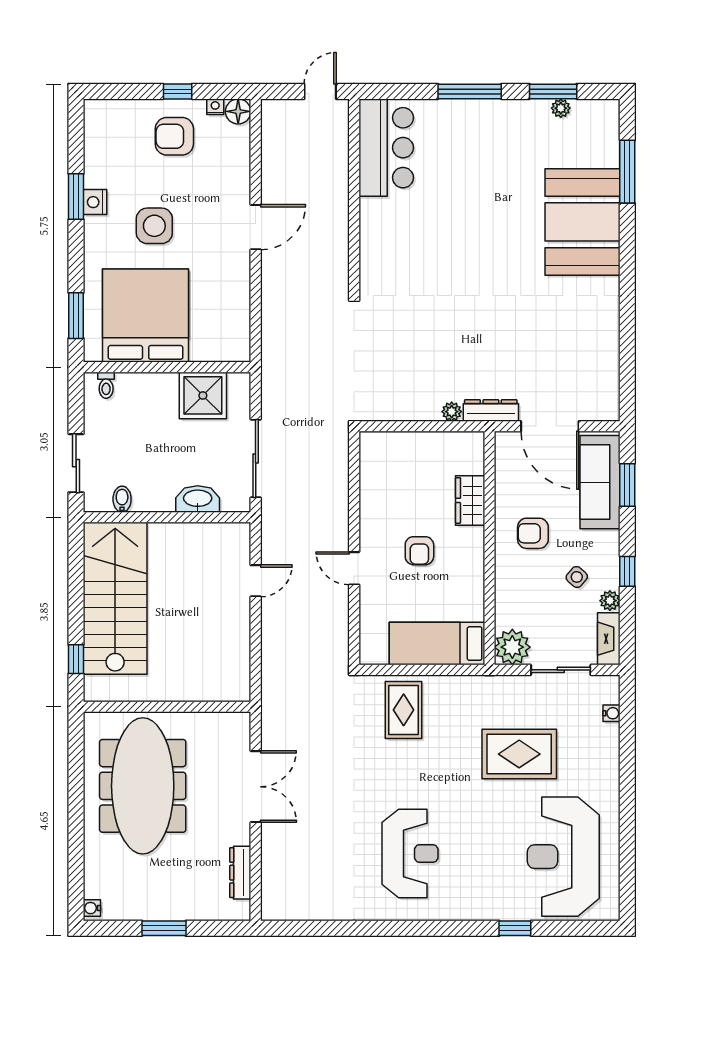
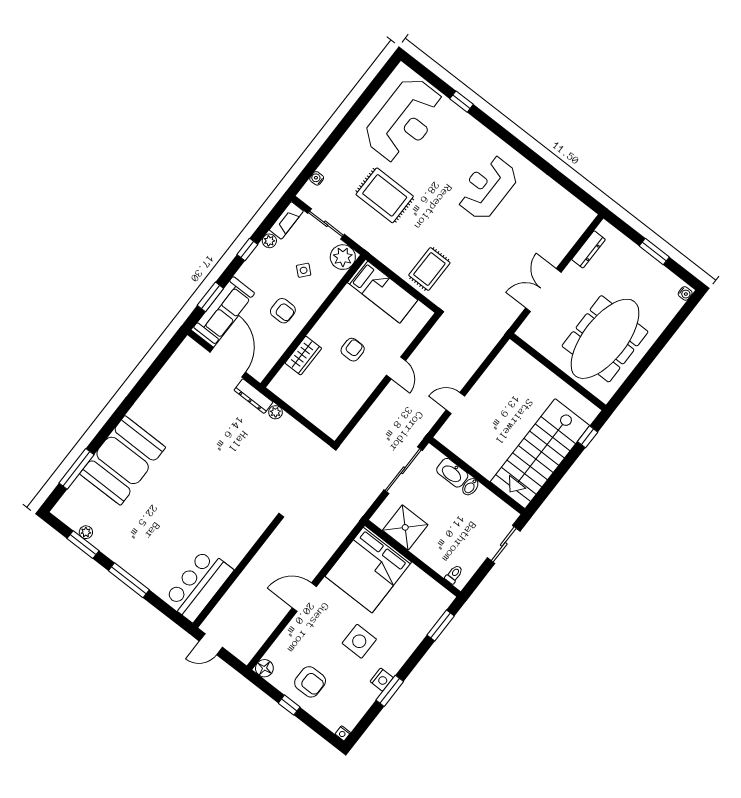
nightstand: (215, 107) -> (343, 733), moved
bed: (146, 316) -> (368, 569), moved
bidet: (122, 499) -> (470, 487), moved
side table: (577, 577) -> (304, 270), moved

